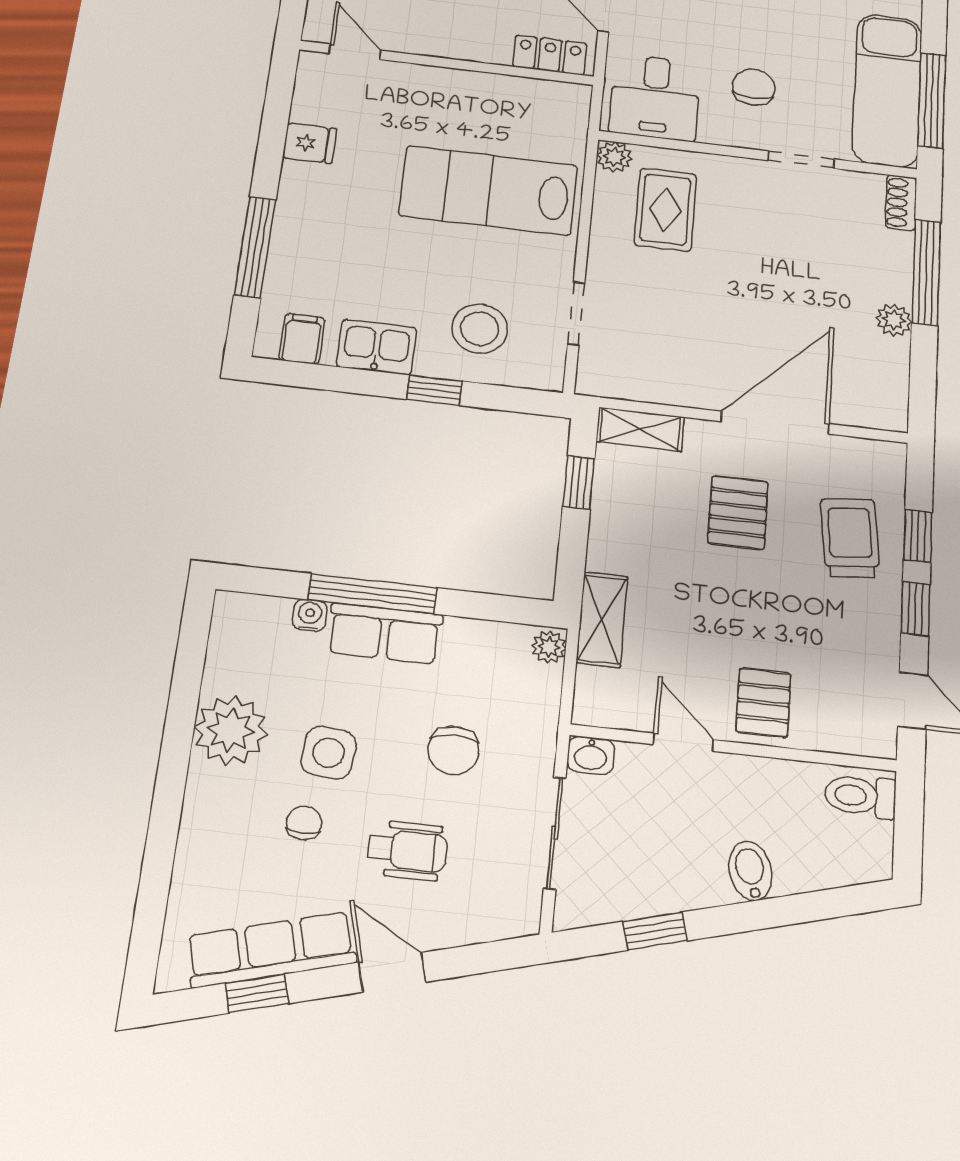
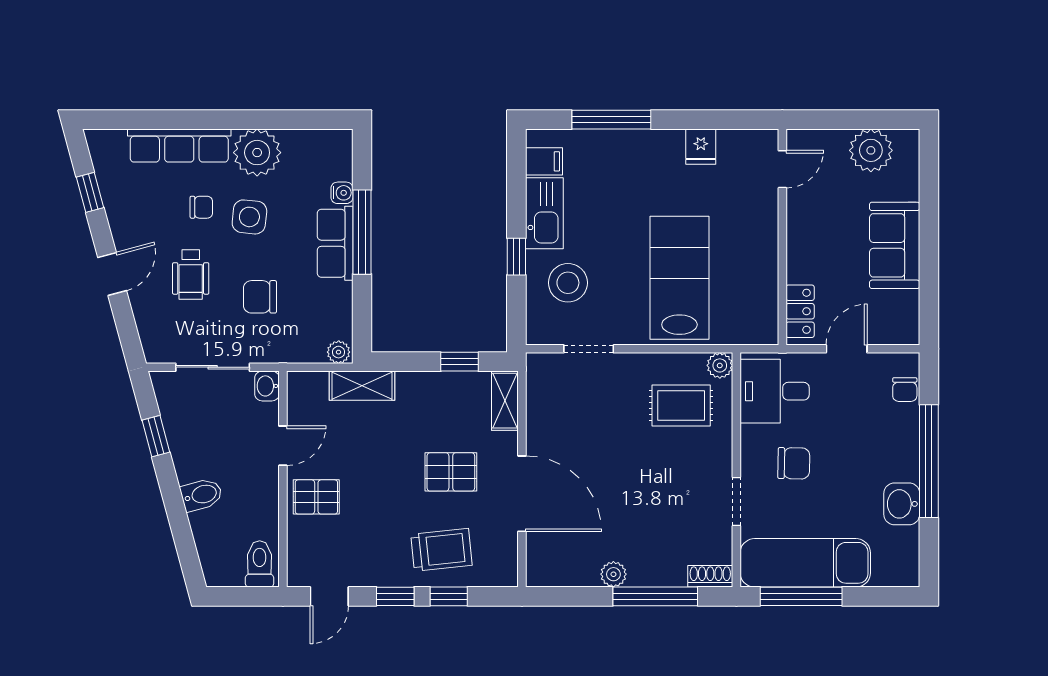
kitchen sink: (377, 347) -> (544, 213), width x1.38
row of seats: (271, 950) -> (179, 146), moved, turned 105

